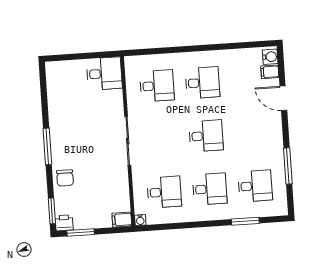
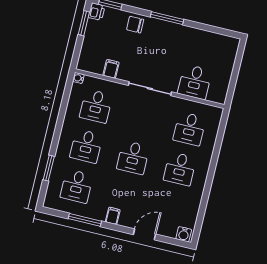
filing cabinet: (270, 72) -> (113, 216), moved
desk: (104, 74) -> (195, 82), moved
filing cabinet: (122, 220) -> (111, 69), moved

